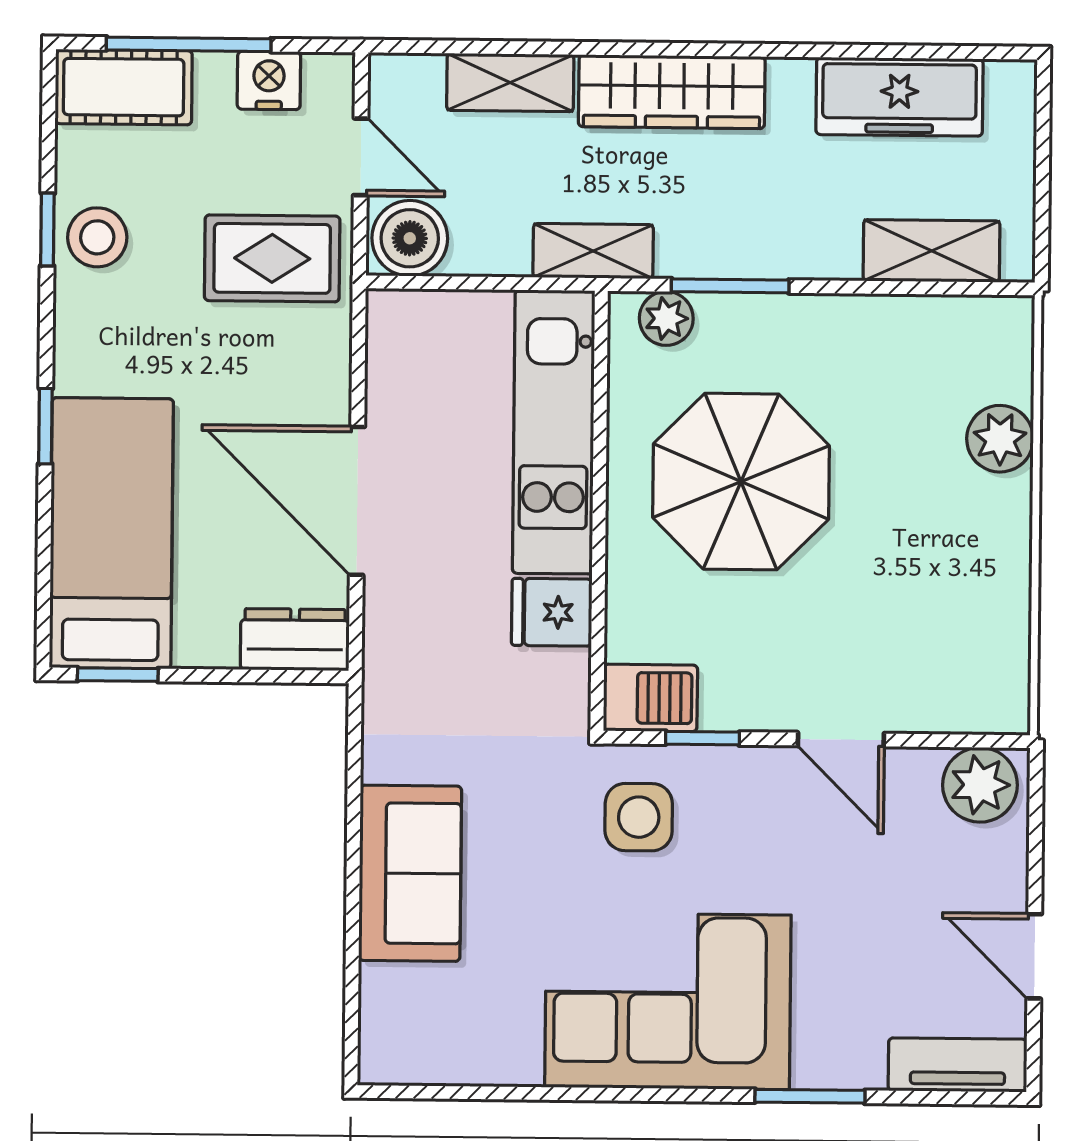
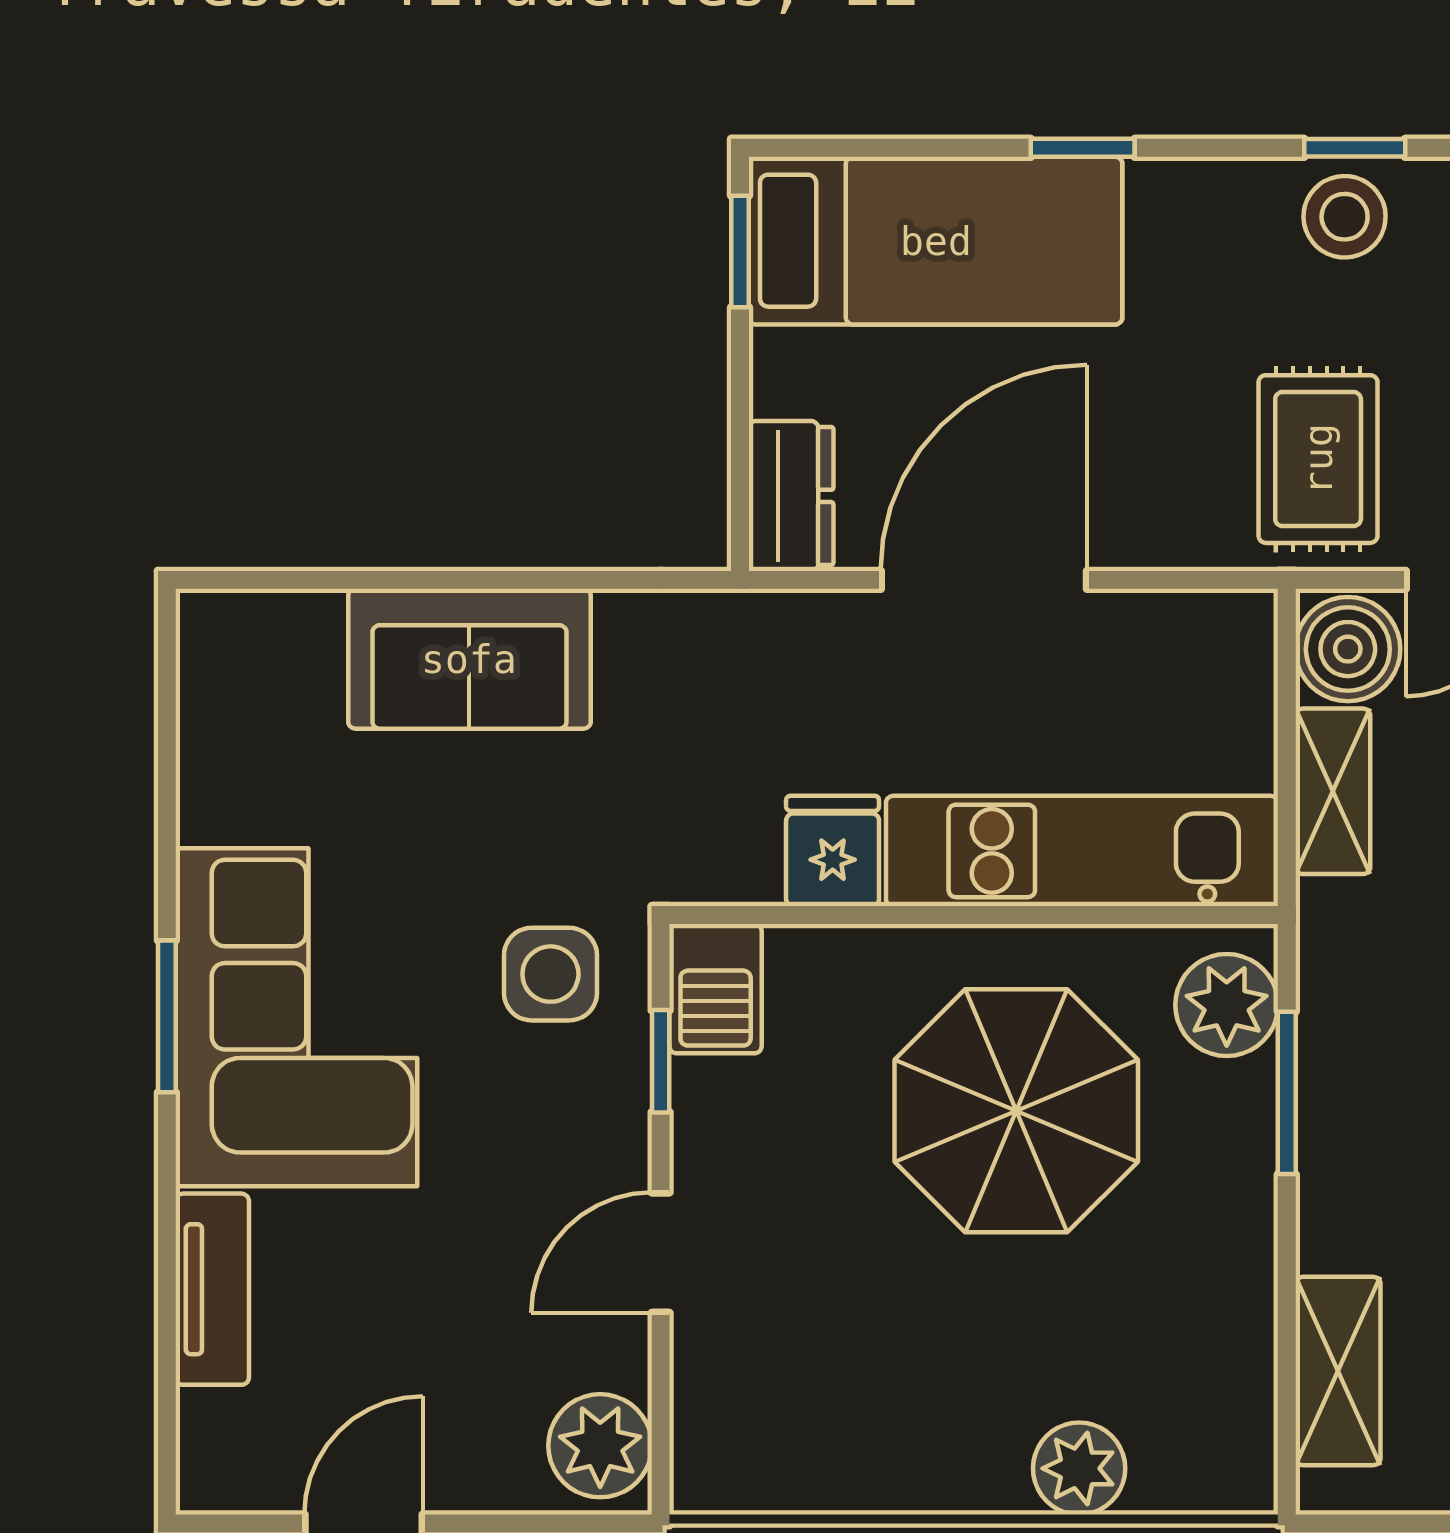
shelving: (593, 251) -> (1333, 791), moved
plant: (666, 318) -> (1227, 1005), width x1.38, depth x1.38
tv unit: (958, 1065) -> (212, 1289), moved
window: (810, 1096) -> (167, 1016), moved

